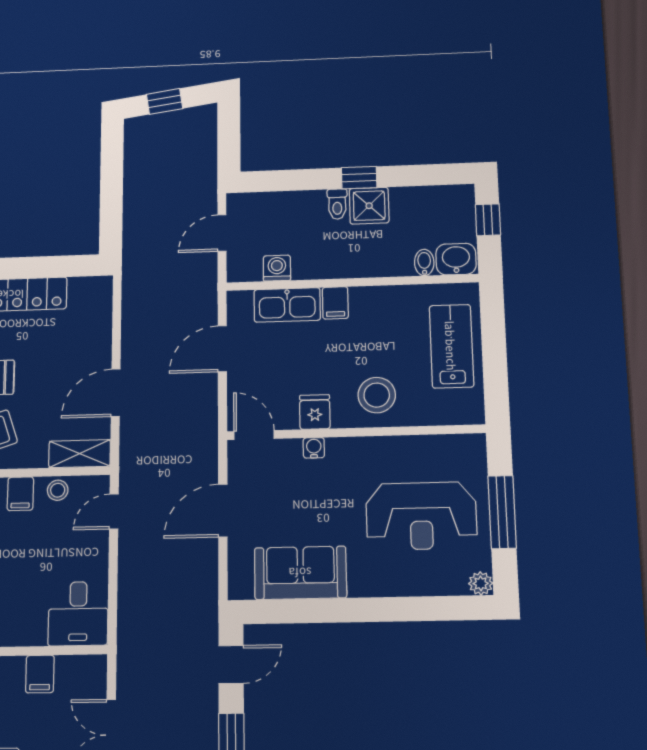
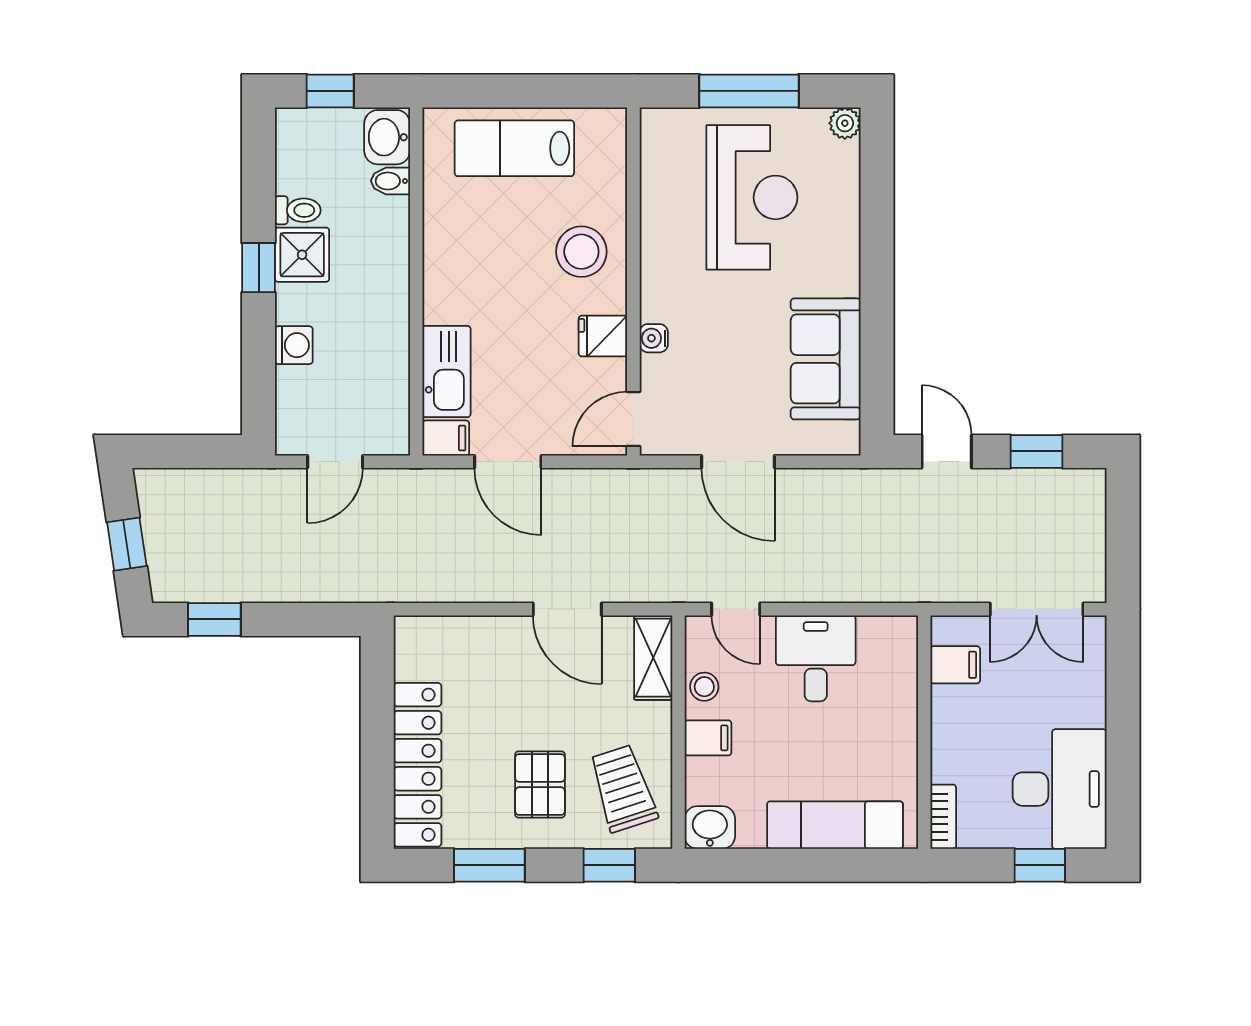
window: (112, 159) -> (214, 619), added
toilet: (337, 204) -> (298, 210), moved
door: (222, 233) -> (335, 462), hinge flipped
washing machine: (277, 268) -> (294, 345), moved, turned 180
filing cabinet: (335, 303) -> (446, 438), moved
desk: (78, 614) -> (816, 658), moved, turned -90
filing cabinet: (40, 674) -> (955, 665), moved

